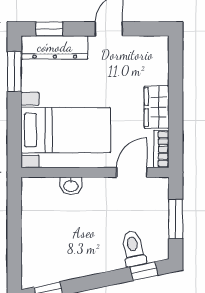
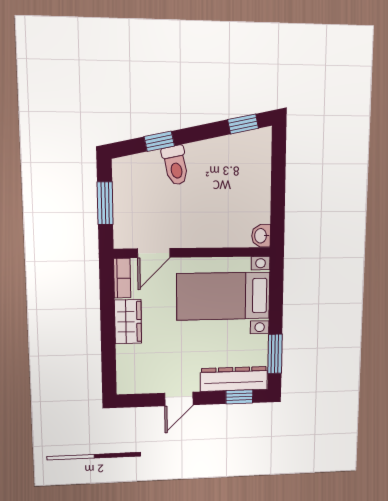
washbasin: (71, 186) -> (261, 236), moved, turned -90
toilet: (133, 249) -> (175, 165), moved
window: (144, 271) -> (159, 141), moved

